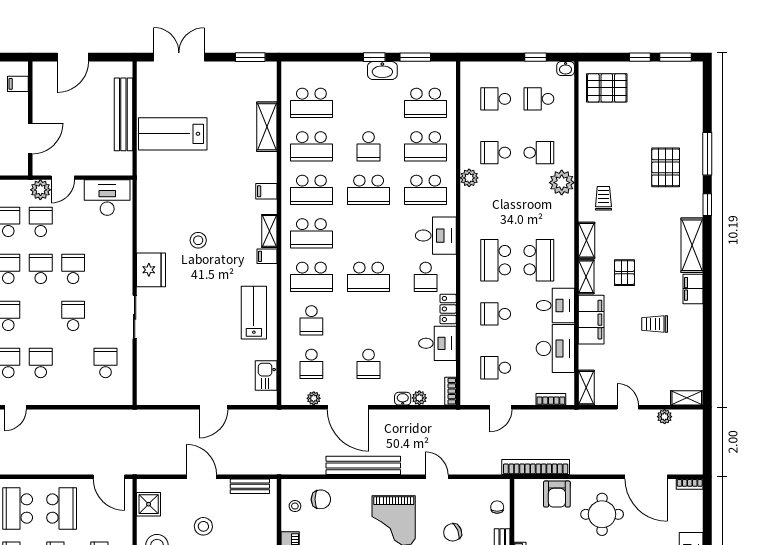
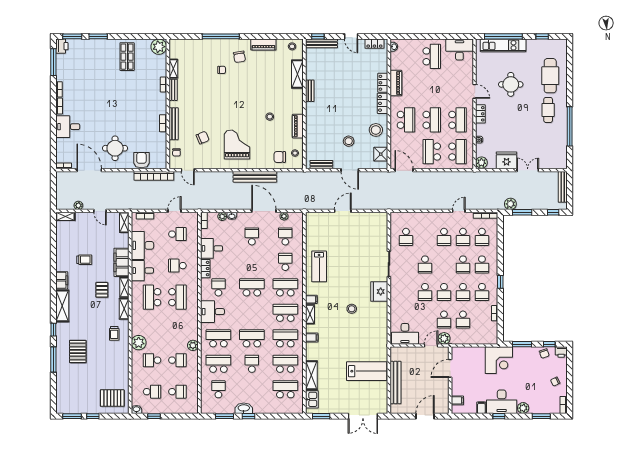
school desk: (426, 103) -> (218, 389), width x0.54
school desk: (496, 314) -> (177, 266), turned 180
kitchen sink: (266, 376) -> (312, 399), moved
door: (437, 477) -> (188, 170), moved

